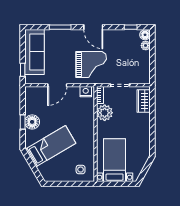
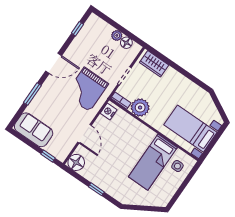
floor lamp: (145, 35) -> (126, 43), moved
plant: (146, 46) -> (117, 35), moved
sofa: (35, 52) -> (34, 130), width x0.73
grand piano: (91, 64) -> (87, 89), turned 180
floor lamp: (32, 122) -> (76, 162), moved
bed: (51, 146) -> (153, 162), moved, turned -150

